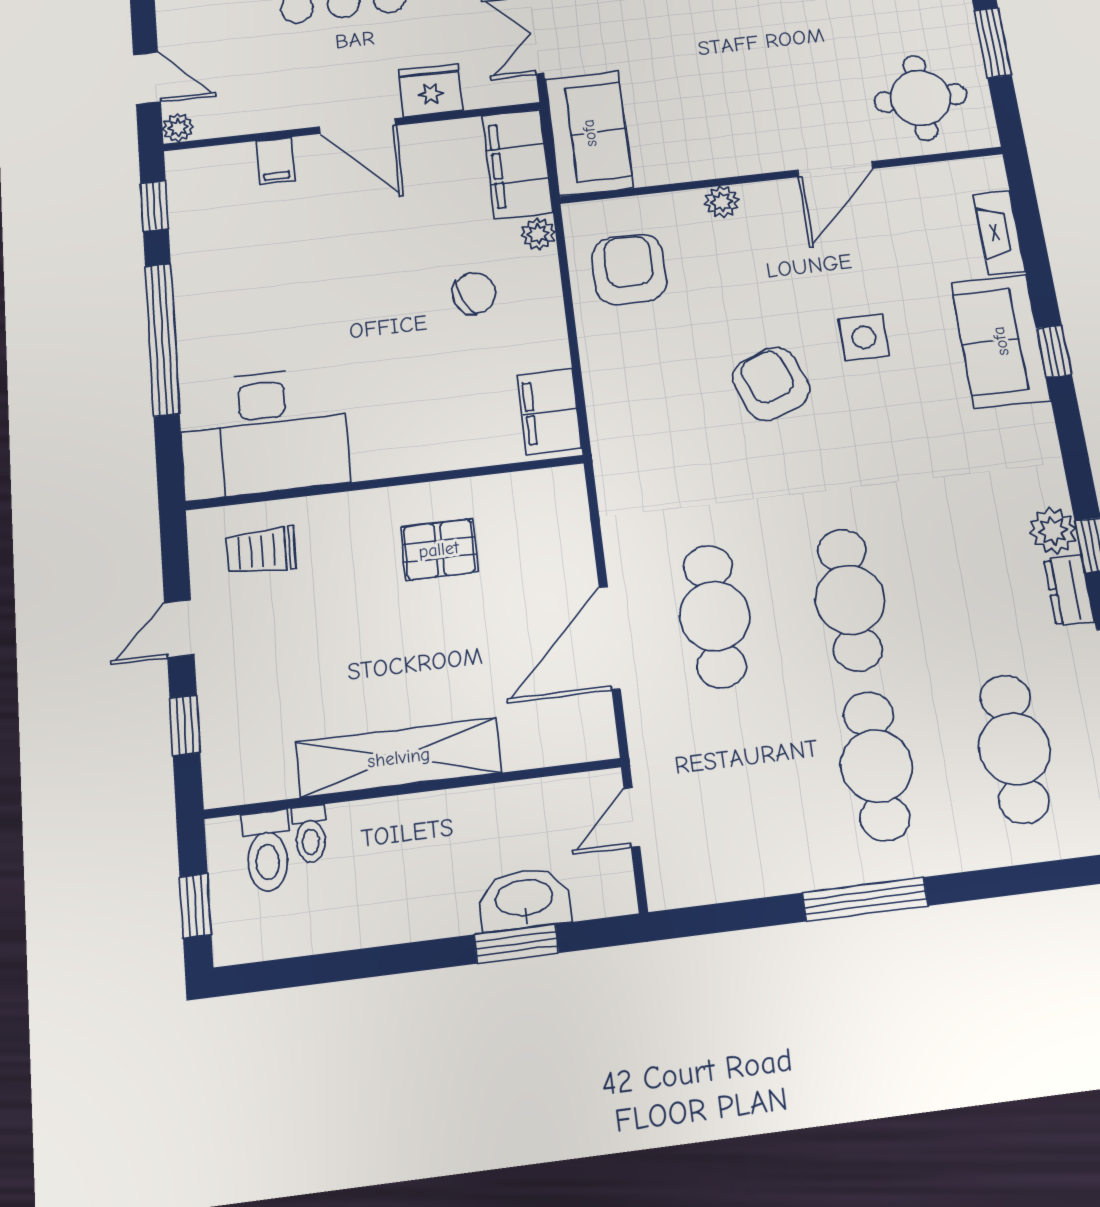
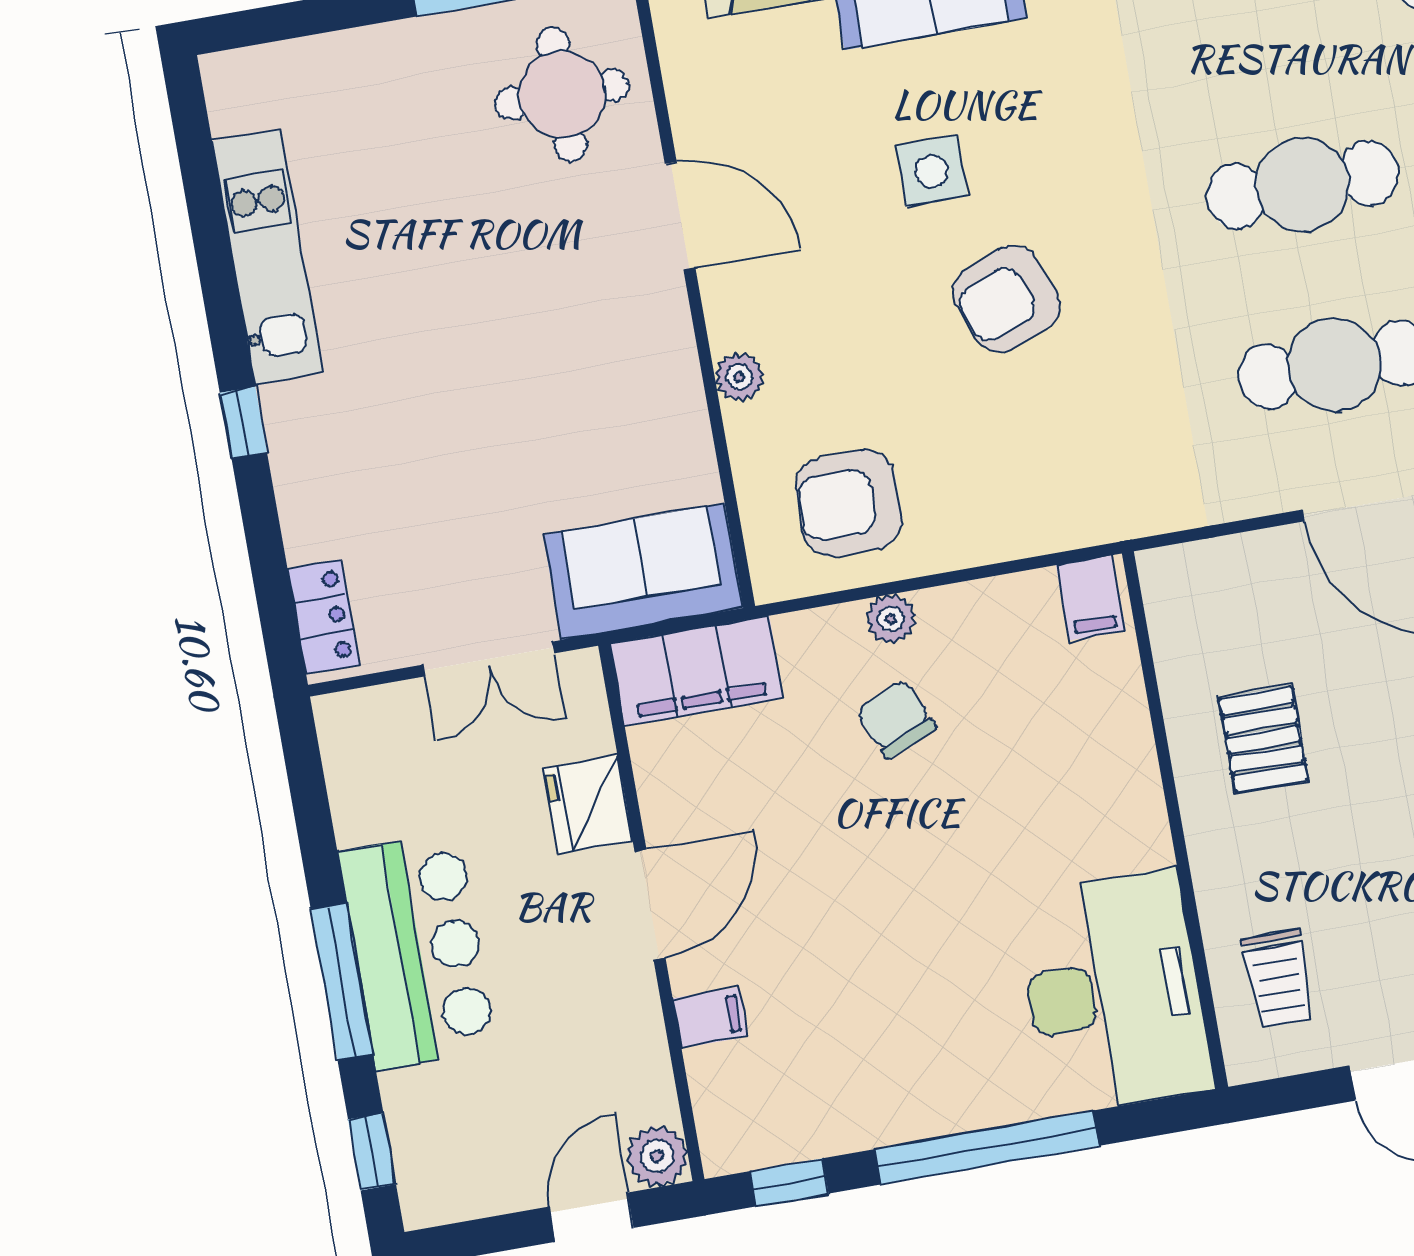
plant: (178, 128) -> (657, 1156), width x1.38, depth x1.38
plant: (538, 234) -> (891, 619), moved
filing cabinet: (549, 411) -> (1091, 598), width x0.50

